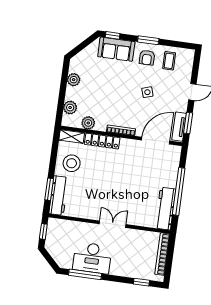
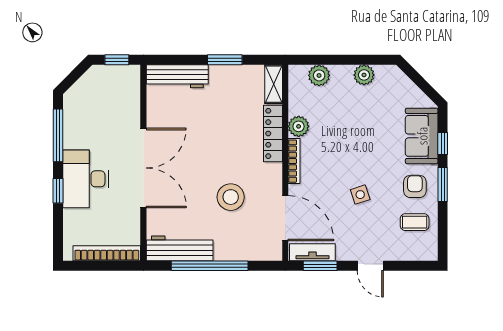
window: (113, 35) -> (443, 143), moved
armchair: (147, 58) -> (415, 186), turned 90
plant: (88, 123) -> (299, 126), moved
stool: (72, 163) -> (231, 197), moved
window: (49, 189) -> (225, 60), moved
double door: (113, 224) -> (143, 168), width x1.87
desk: (92, 258) -> (86, 179), moved
window: (141, 282) -> (58, 191), moved

